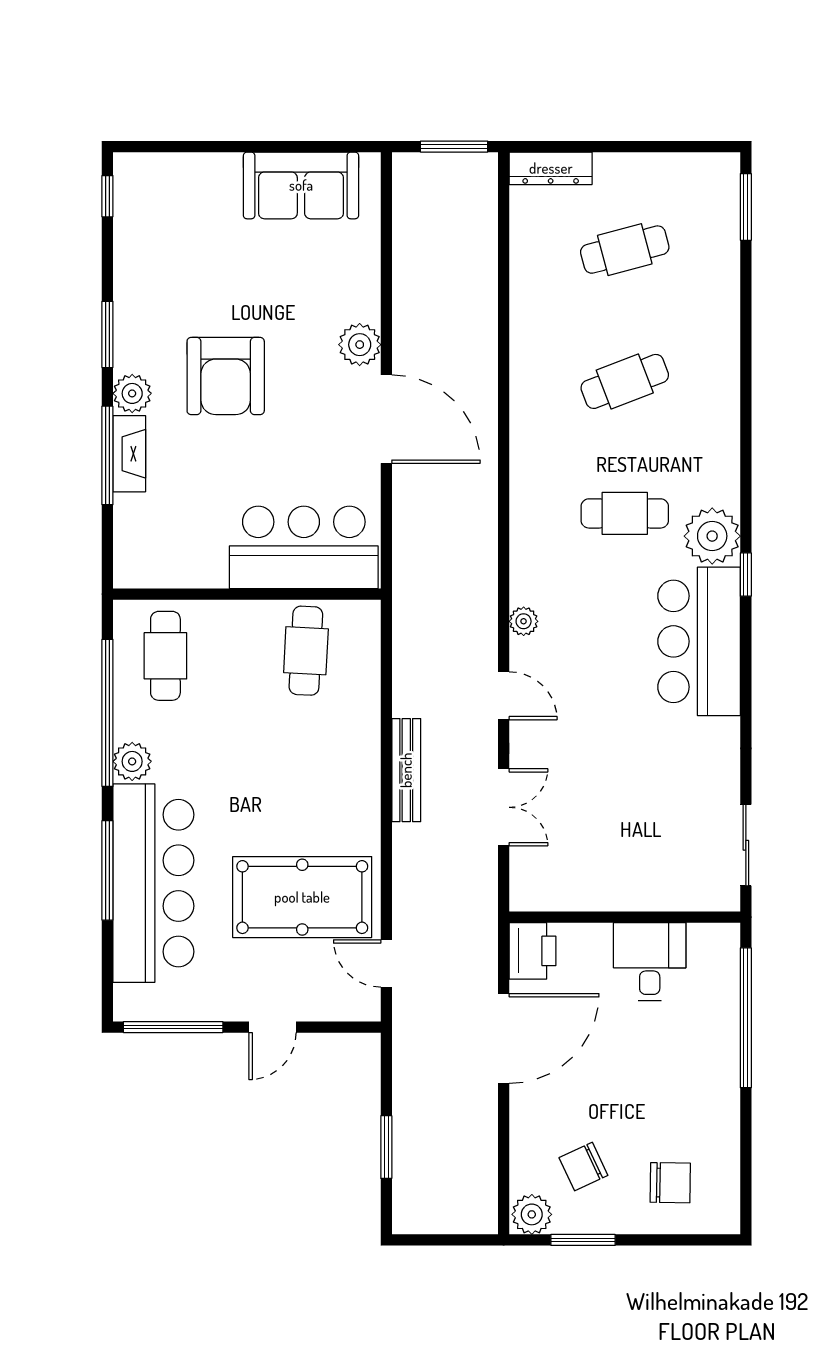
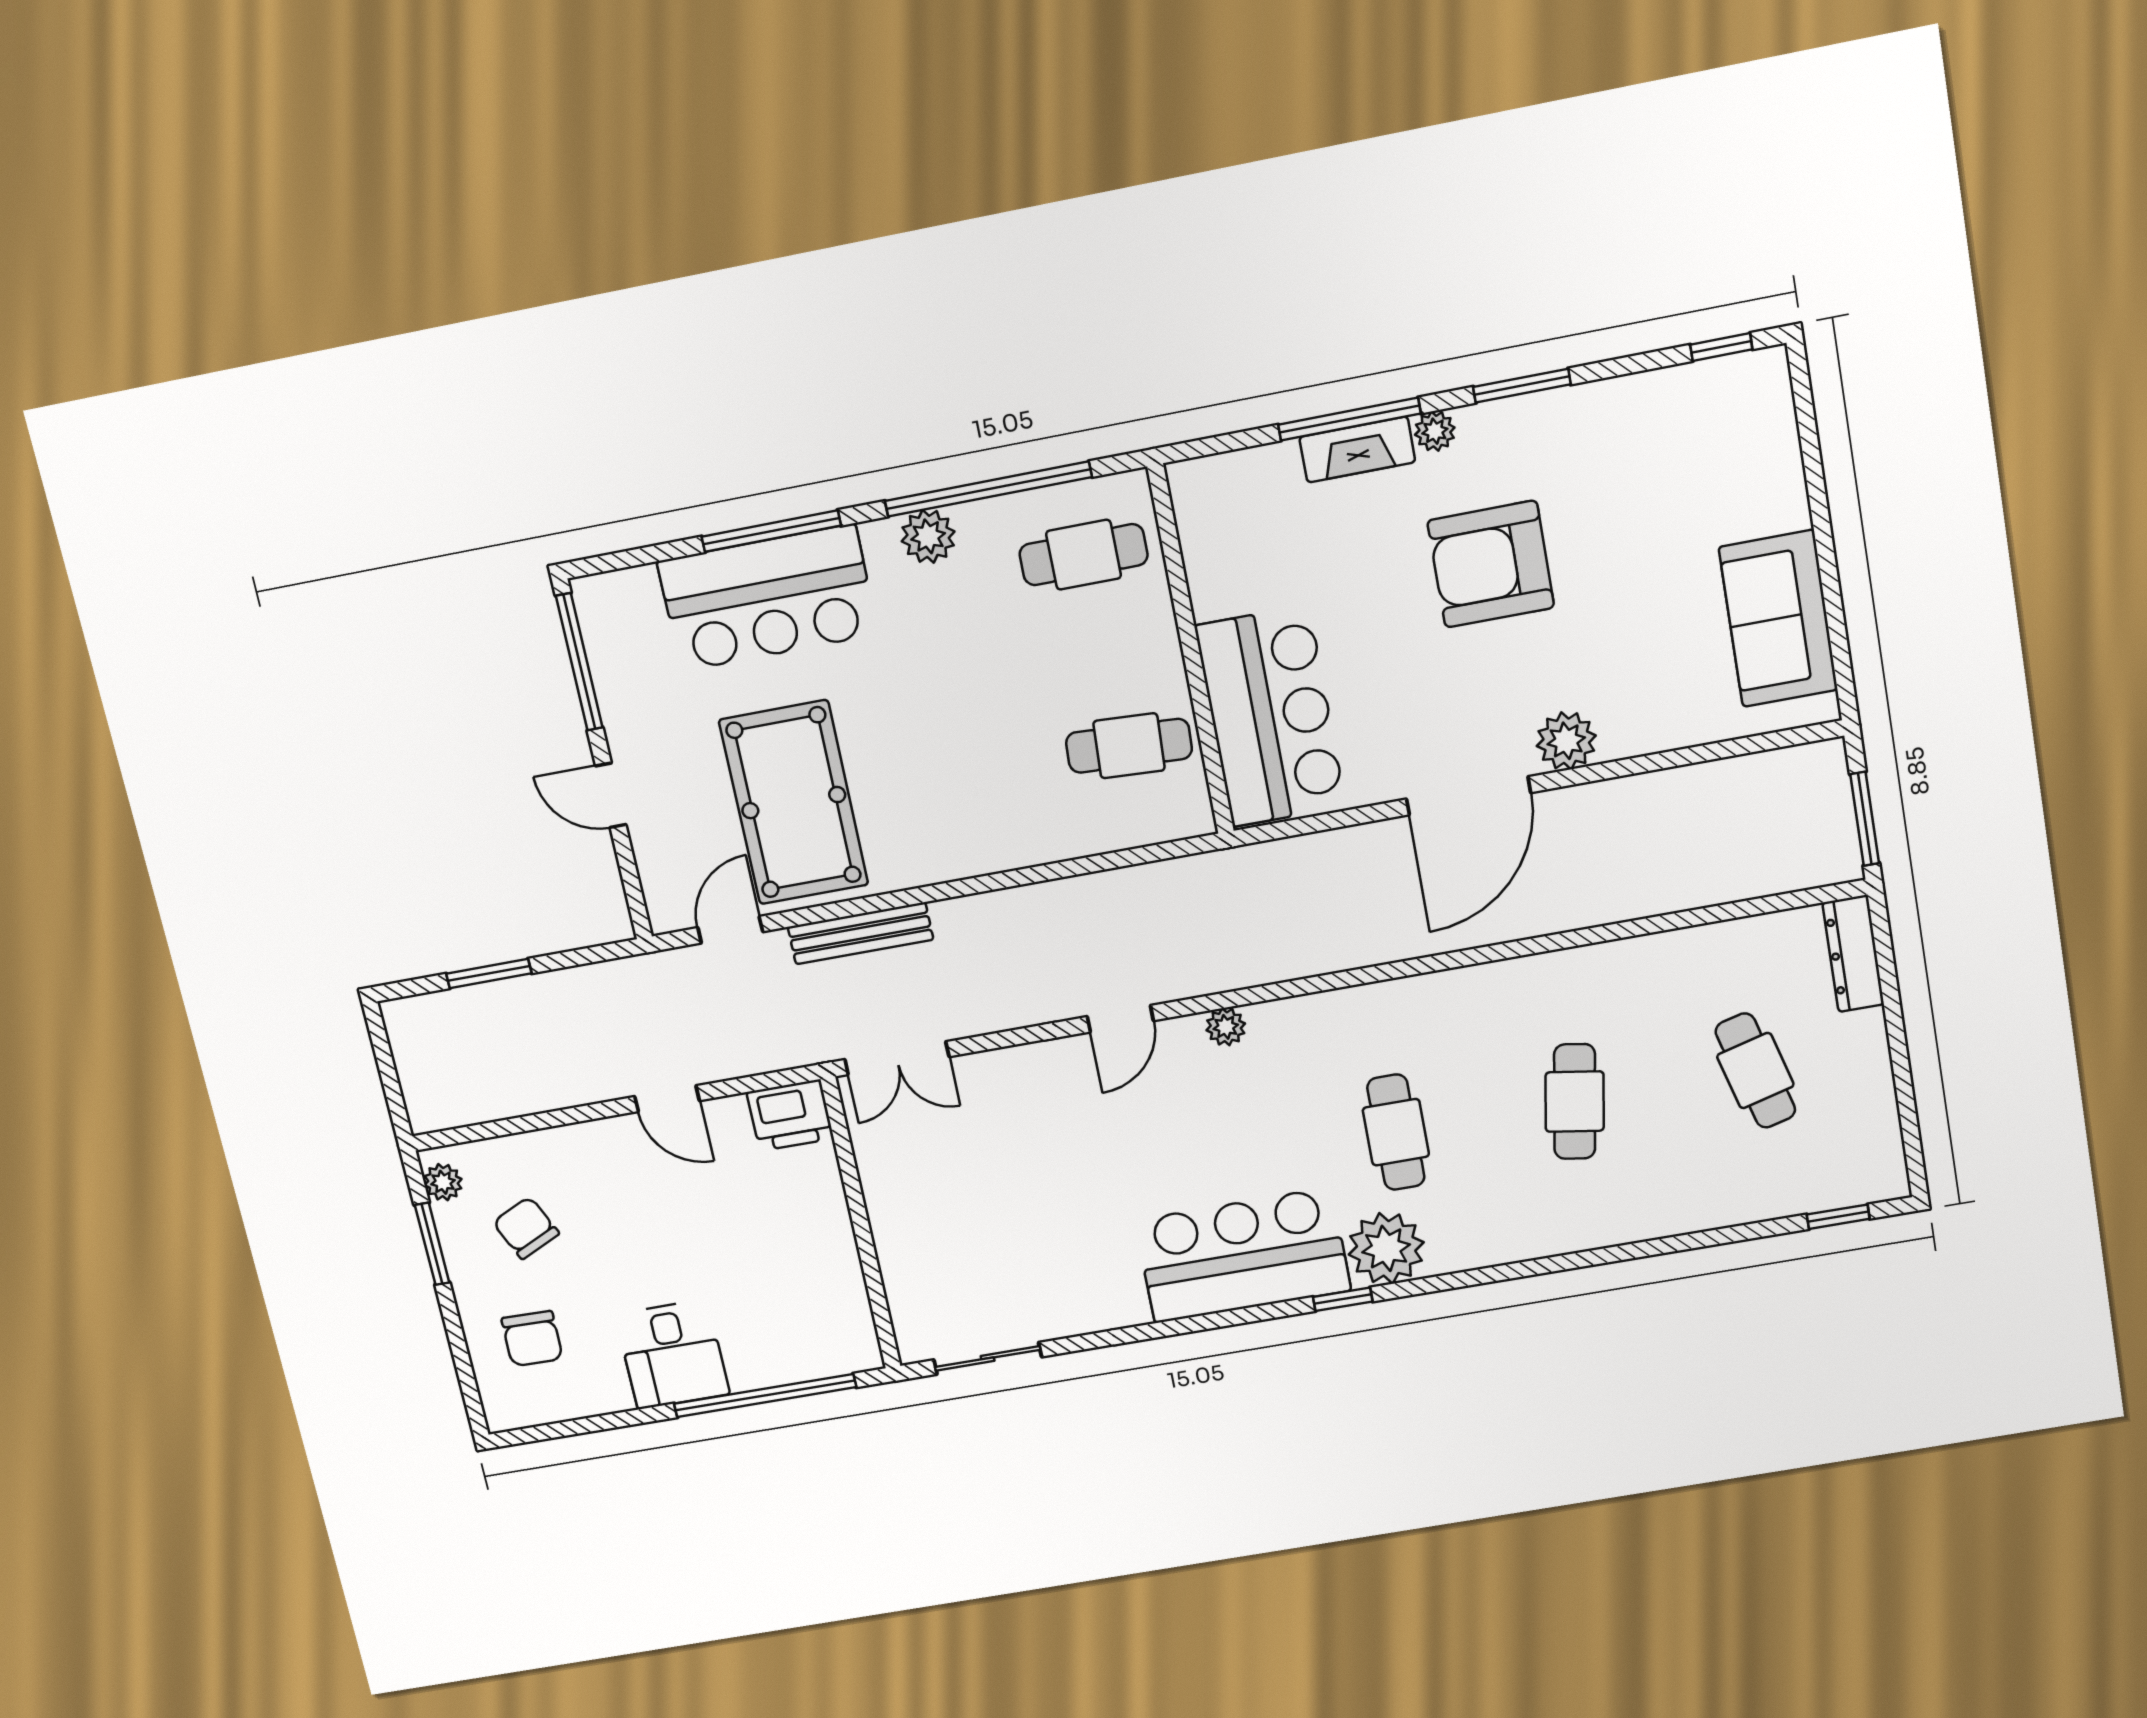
window: (746, 207) -> (1838, 1217), width x0.67
cafe table: (625, 381) -> (1575, 1102), turned 30
plant: (132, 393) -> (1435, 431), width x0.73, depth x0.73
bench: (406, 770) -> (860, 933), moved
double door: (504, 807) -> (897, 1058), moved
bar counter: (153, 883) -> (768, 598), width x0.73
desk: (650, 962) -> (672, 1354), moved, turned 90
door: (504, 1038) -> (667, 1099), width x0.53
plant: (532, 1214) -> (443, 1182), width x0.73, depth x0.73

